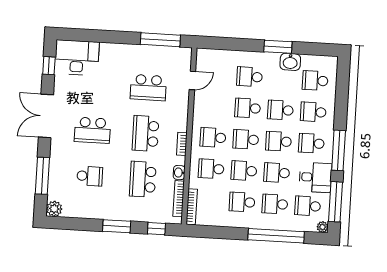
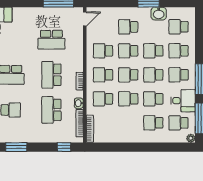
door: (192, 80) -> (85, 19), moved
school desk: (242, 202) -> (103, 51), moved
window: (117, 226) -> (16, 147), moved
window: (276, 236) -> (156, 147), removed

